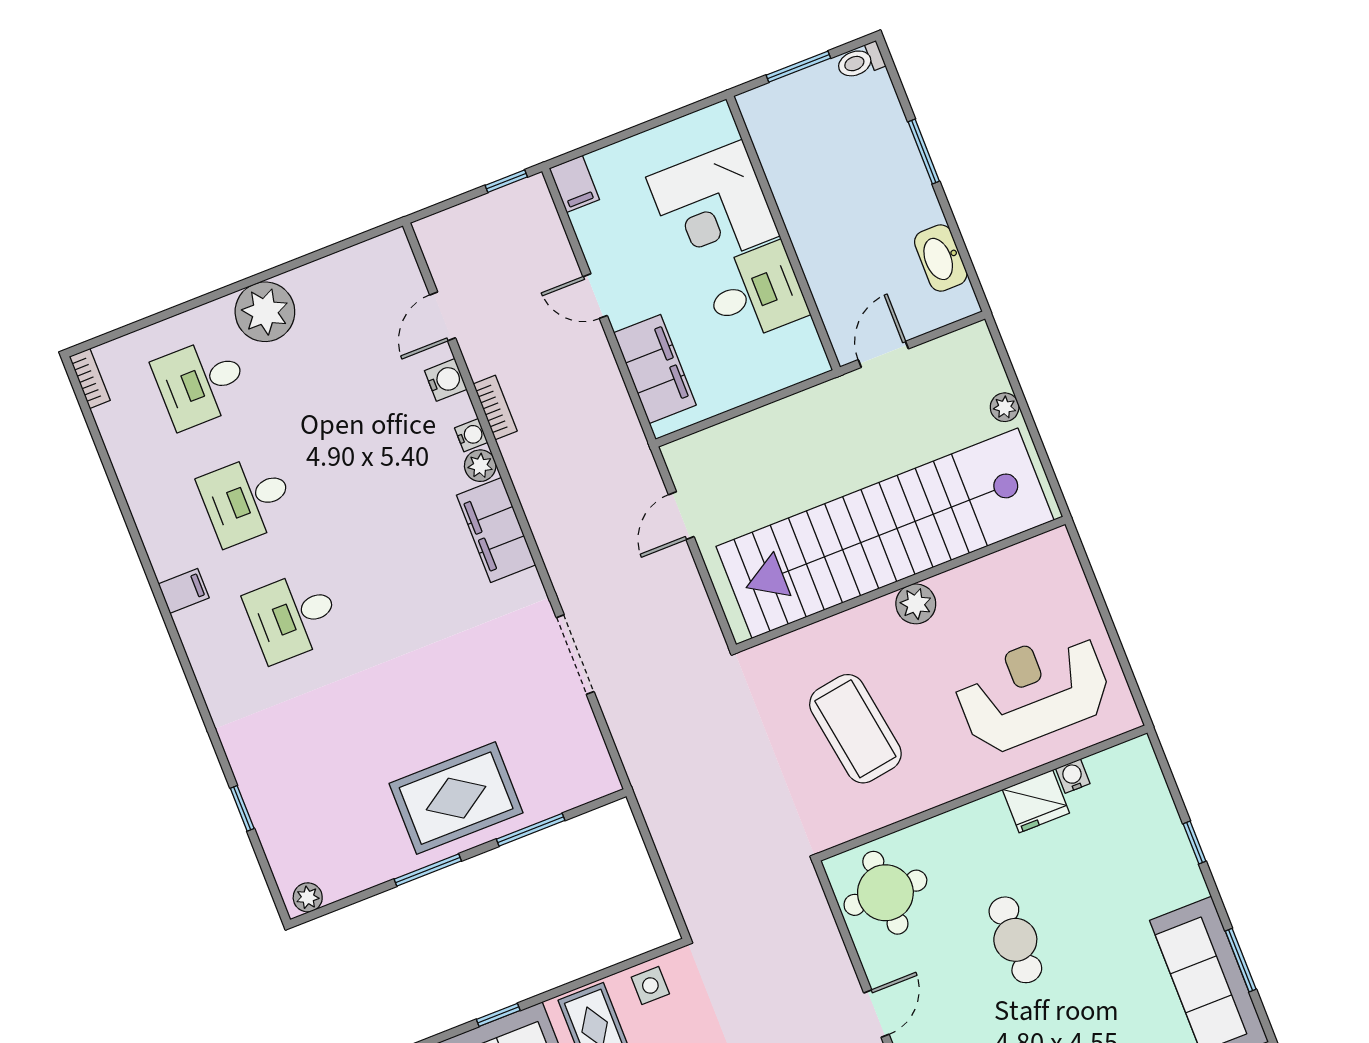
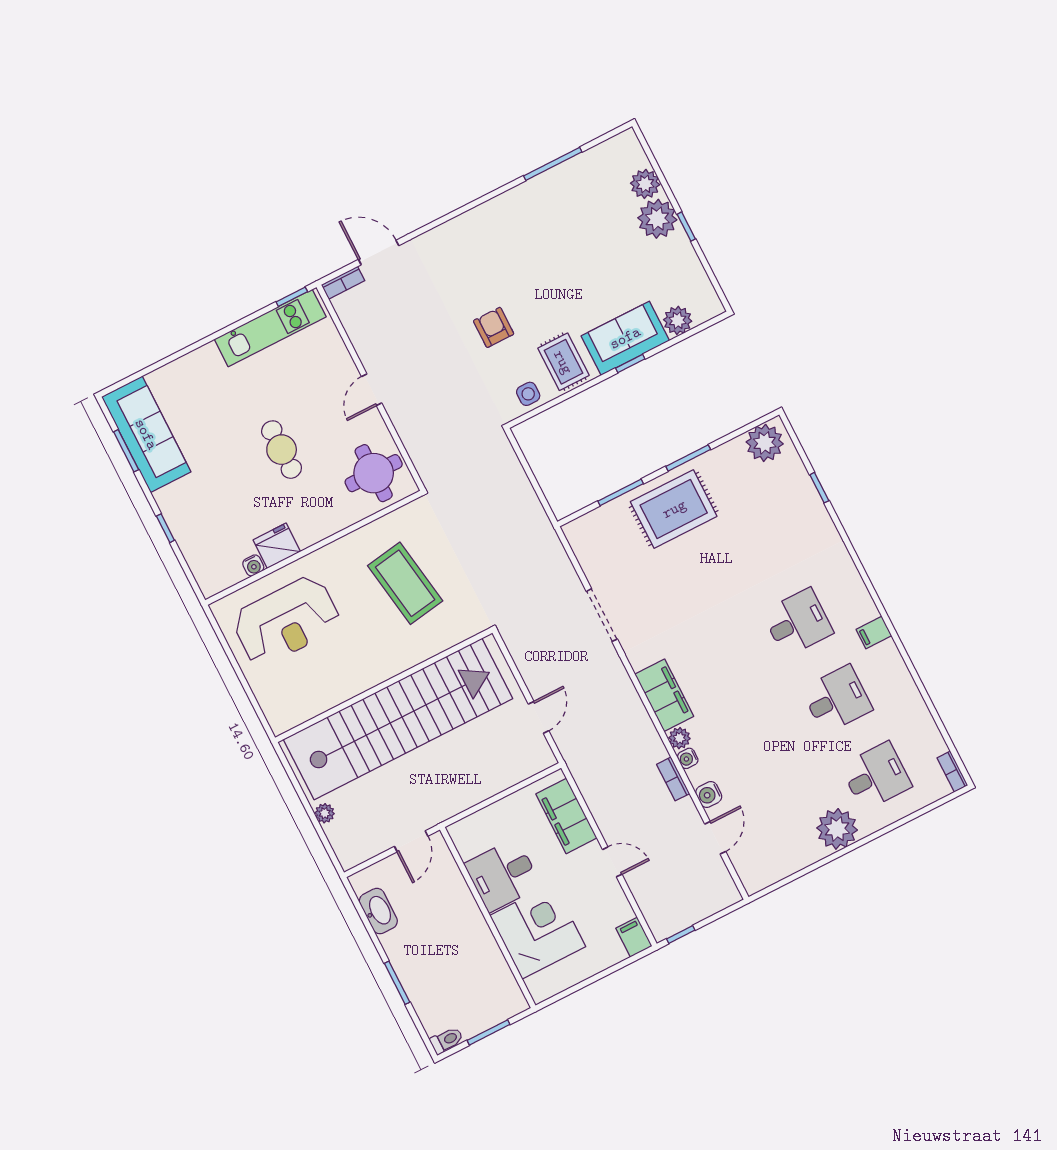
plant: (916, 604) -> (372, 673), removed
plant: (308, 897) -> (765, 443), width x1.87, depth x1.87

